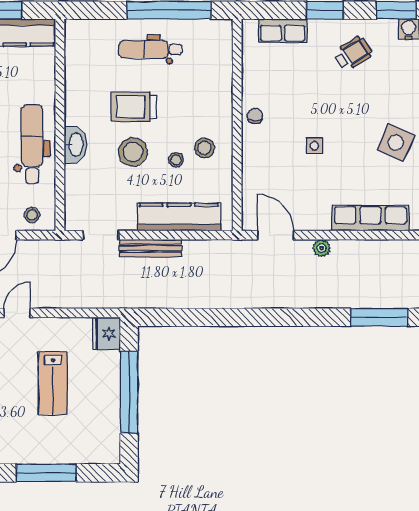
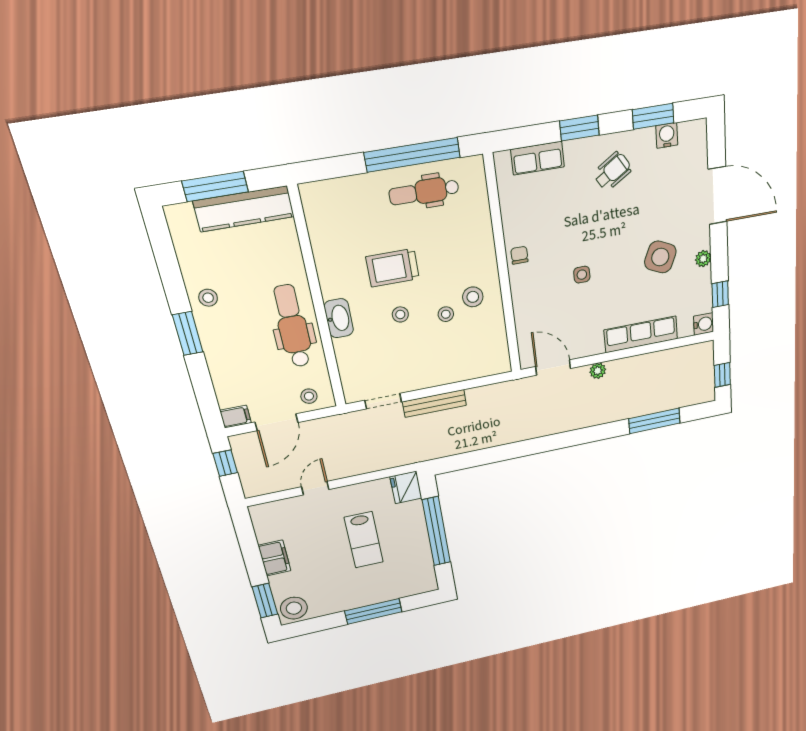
dental chair: (150, 49) -> (424, 192), moved
stool: (133, 152) -> (400, 314), width x0.53, depth x0.53
kitchen counter: (179, 217) -> (457, 369), removed

